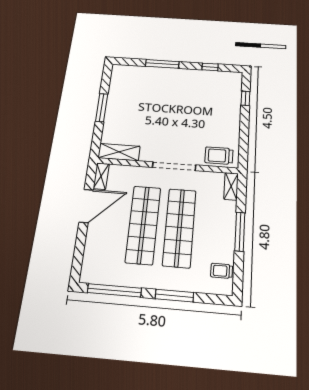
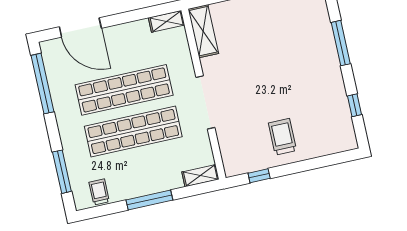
window: (245, 98) -> (259, 176), moved
trolley: (219, 156) -> (282, 137), moved
door: (86, 206) -> (80, 28), moved
window: (174, 296) -> (62, 172), moved

